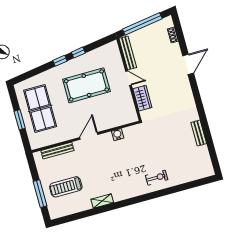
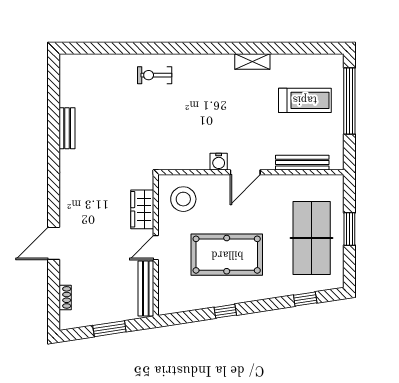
window: (142, 24) -> (109, 329), width x0.47
window: (60, 61) -> (305, 299), moved
door: (128, 78) -> (156, 248), hinge flipped
stool: (120, 111) -> (183, 199), added
water cooler: (118, 135) -> (219, 162), moved
window: (40, 194) -> (349, 101), width x1.46

